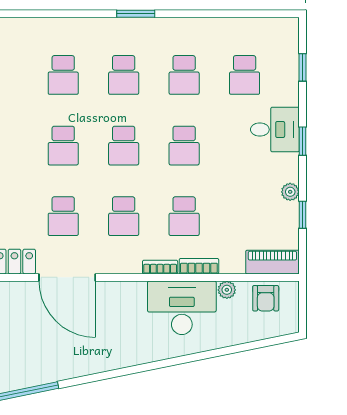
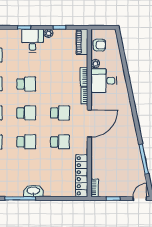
desk: (275, 130) -> (33, 41), moved
school desk: (184, 216) -> (60, 84), removed
door: (67, 277) -> (89, 123), moved
desk: (182, 308) -> (104, 81), width x0.73

